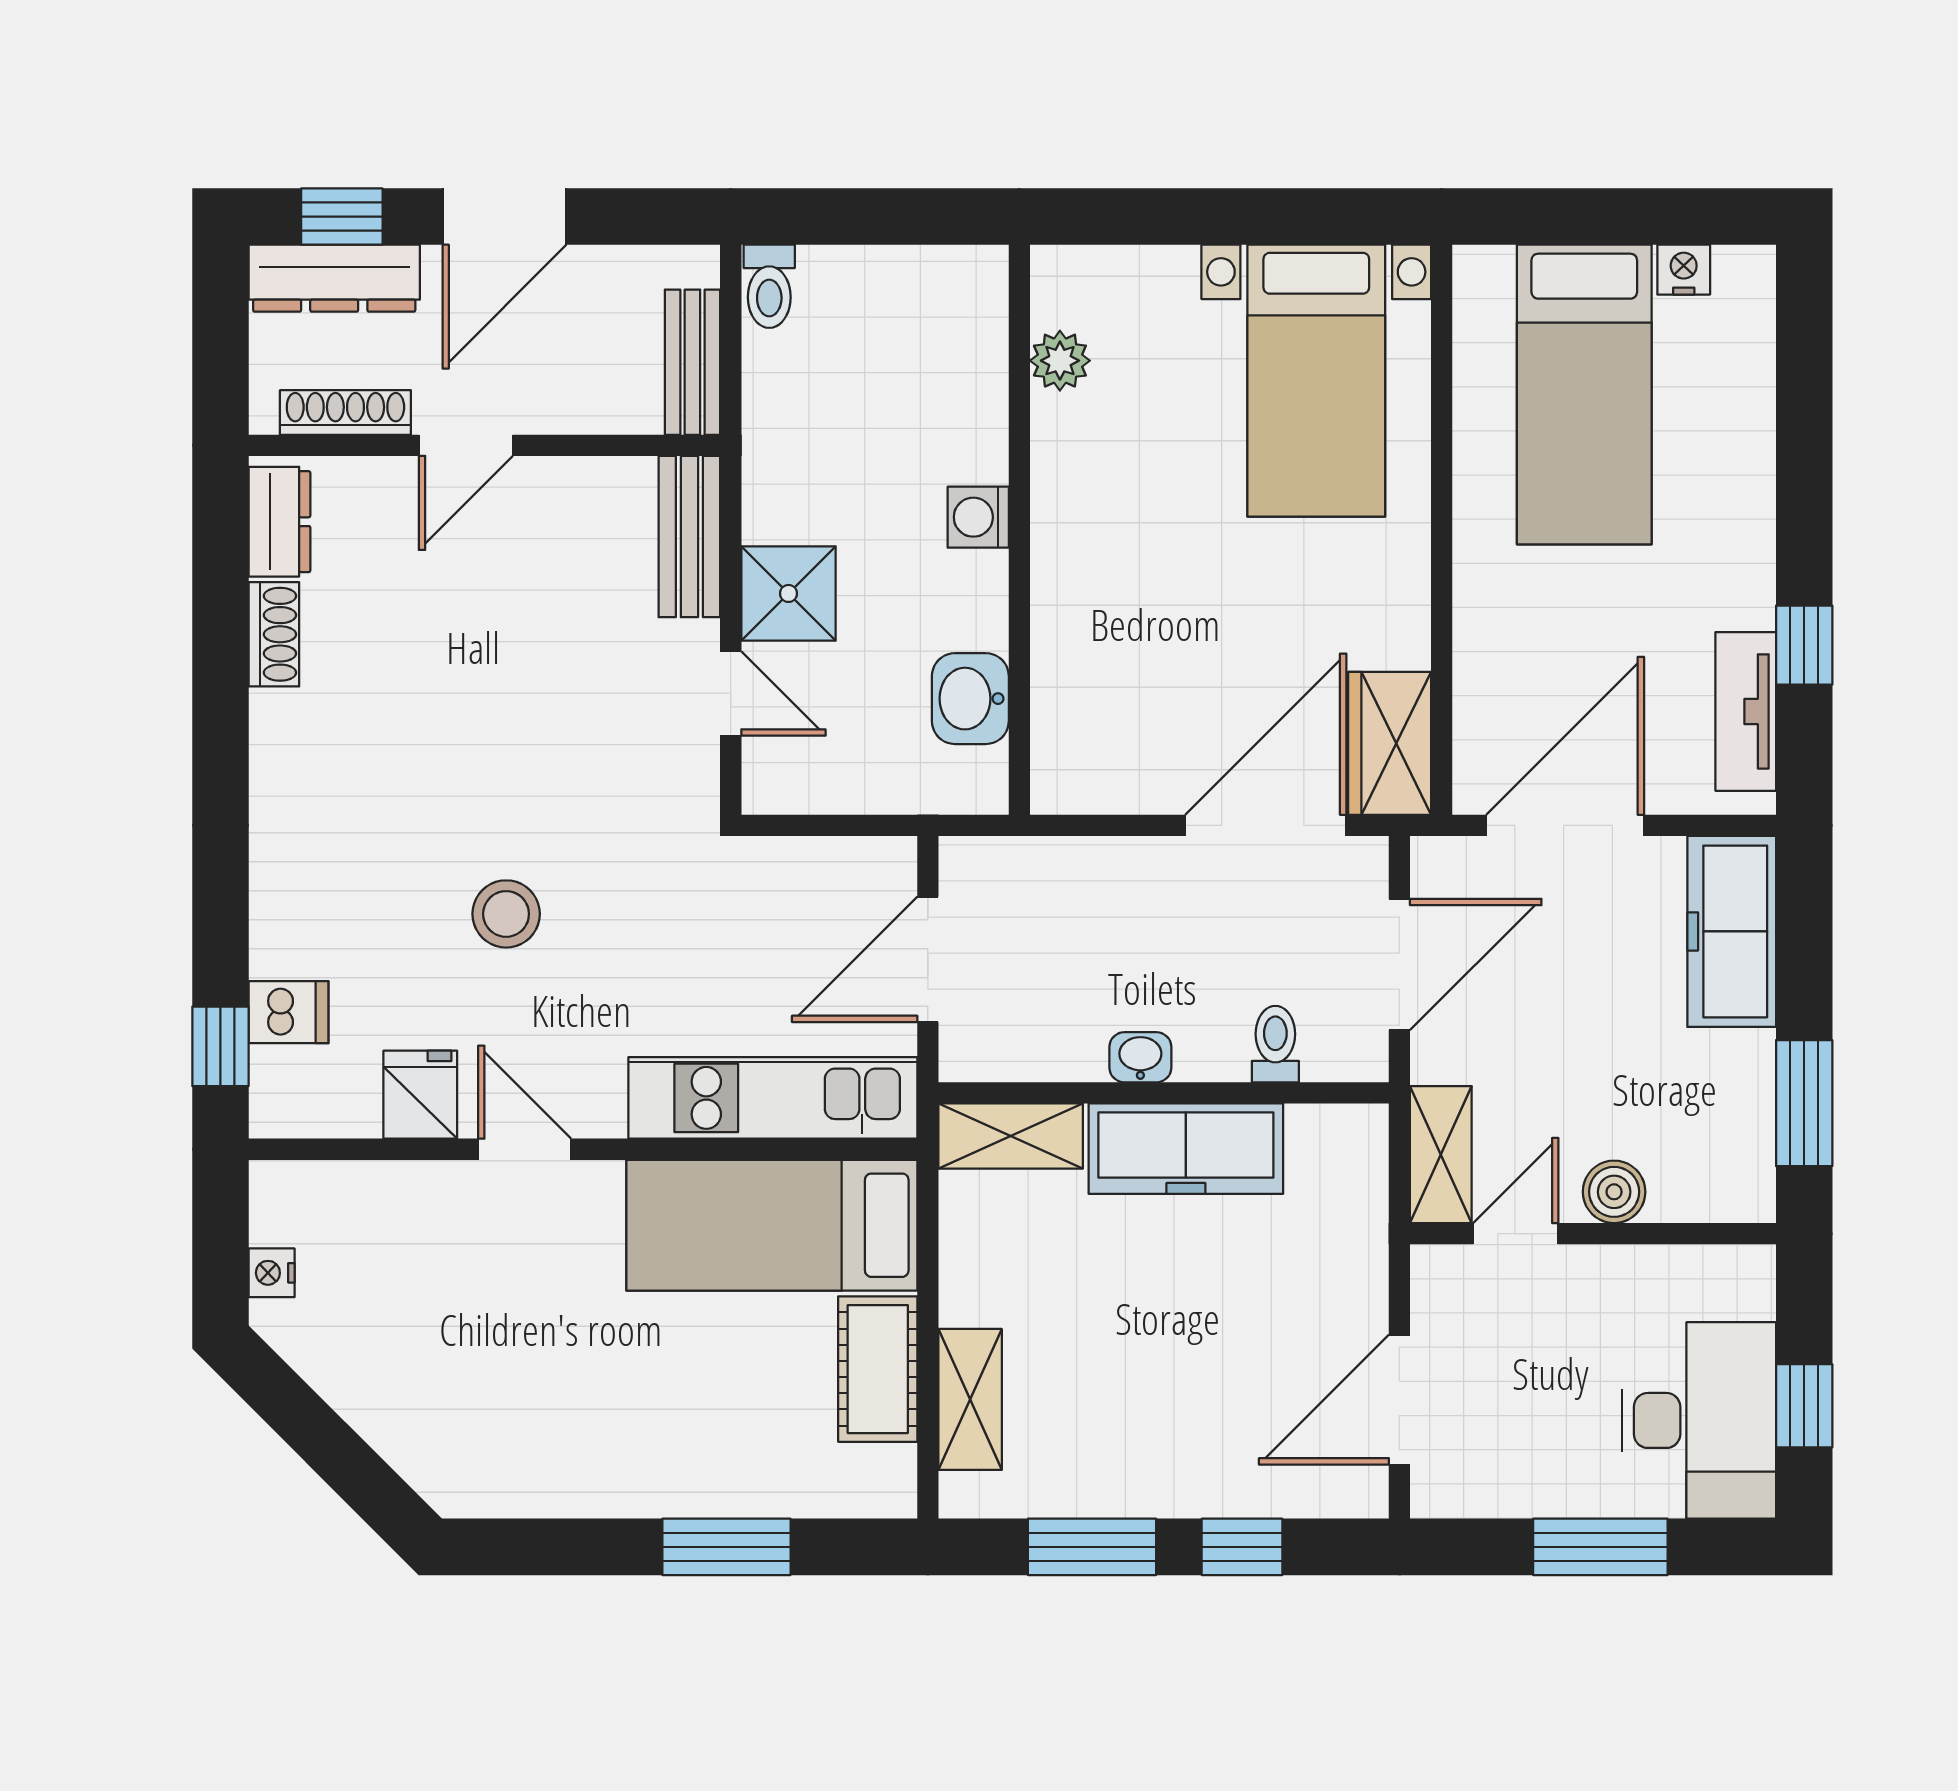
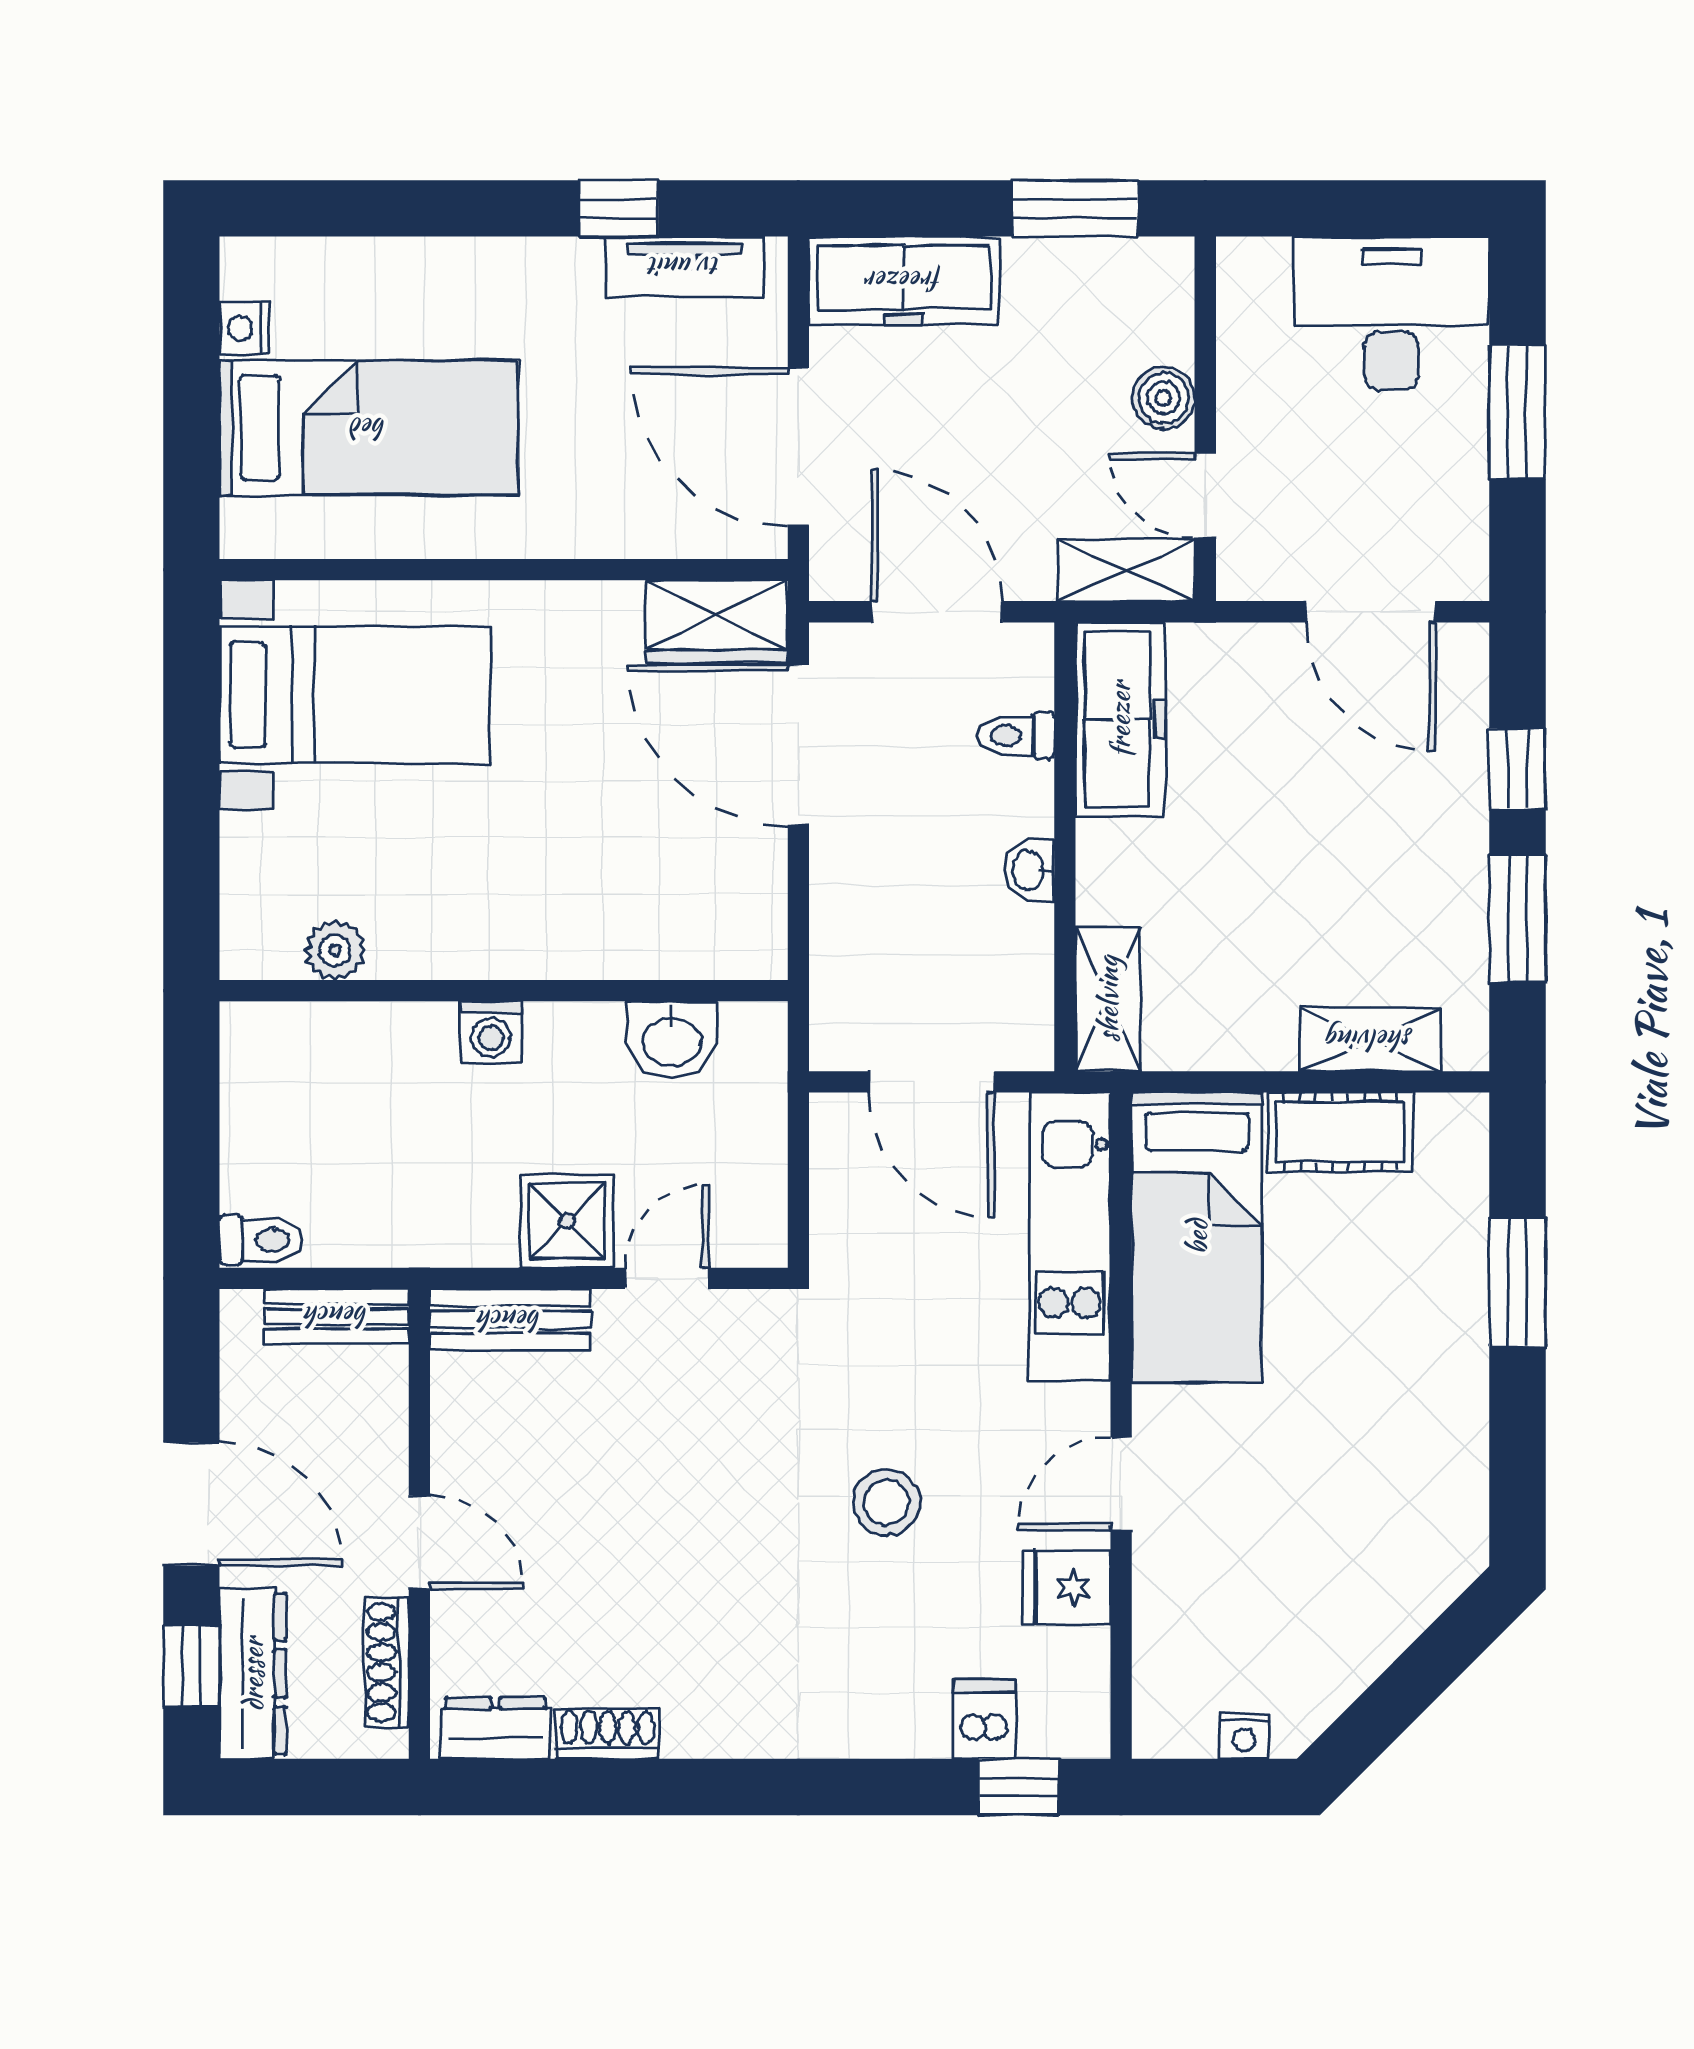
freezer: (1186, 1149) -> (1120, 719), moved
window: (1804, 1406) -> (1377, 208), removed

